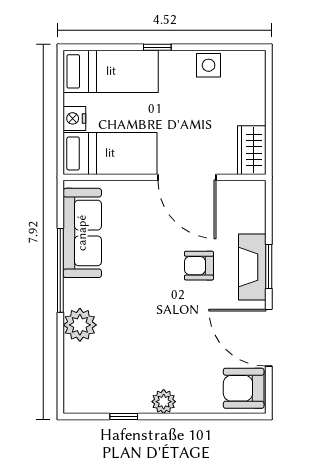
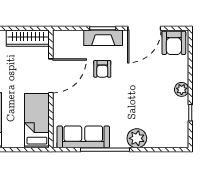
nightstand: (74, 118) -> (16, 142), removed
wardrobe: (252, 150) -> (28, 38), width x1.50

